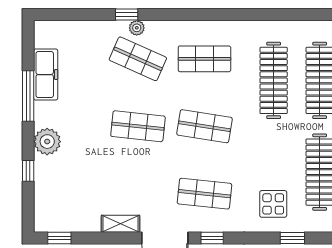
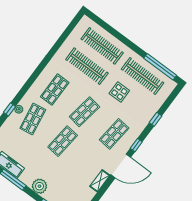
shop shelf: (138, 59) -> (33, 119), turned -33
display table: (273, 204) -> (119, 92), moved
window: (292, 238) -> (156, 119), moved

